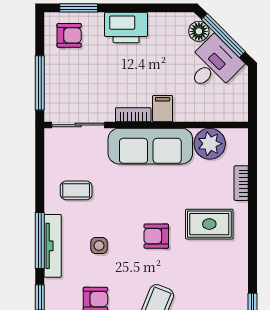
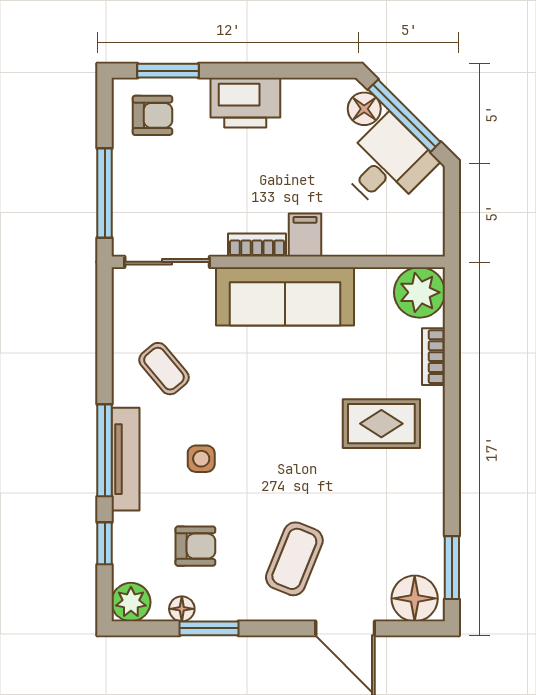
plant: (210, 144) -> (419, 292), moved
coffee table: (76, 190) -> (164, 369), turned 50
armchair: (156, 236) -> (295, 443), removed

